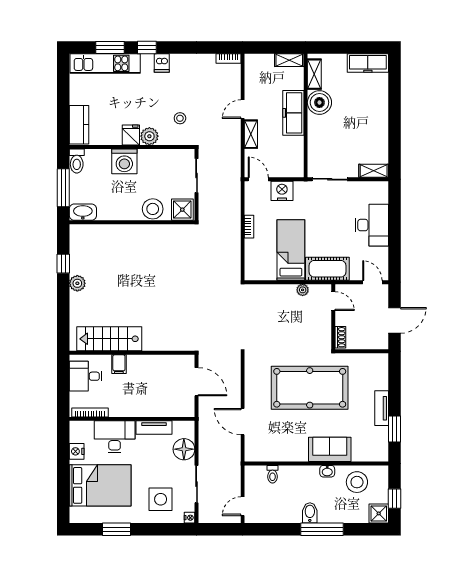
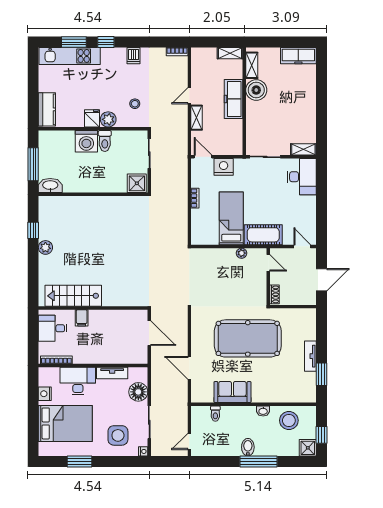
dishwasher: (162, 63) -> (134, 56), moved
toilet: (77, 161) -> (105, 141), moved
stool: (153, 209) -> (111, 183), removed
desk: (372, 225) -> (302, 177), moved
sofa: (330, 449) -> (232, 392), moved

